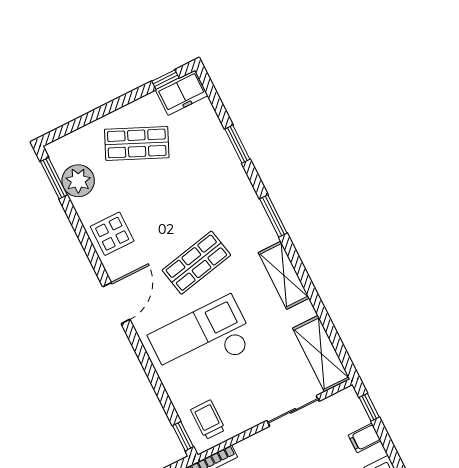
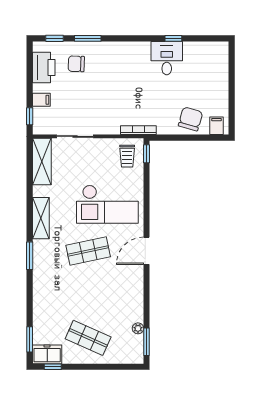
window: (237, 144) -> (30, 339), moved
plant: (78, 181) -> (138, 328), width x0.53, depth x0.53
display table: (112, 234) -> (129, 292), removed

